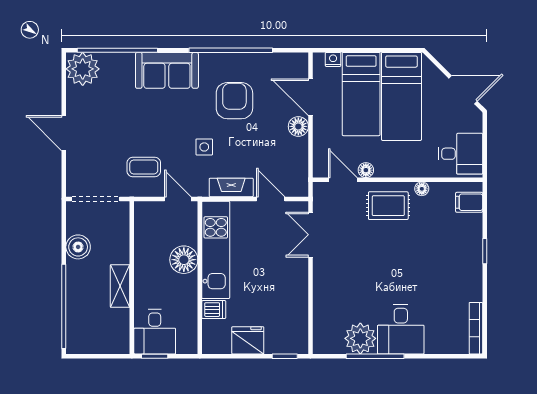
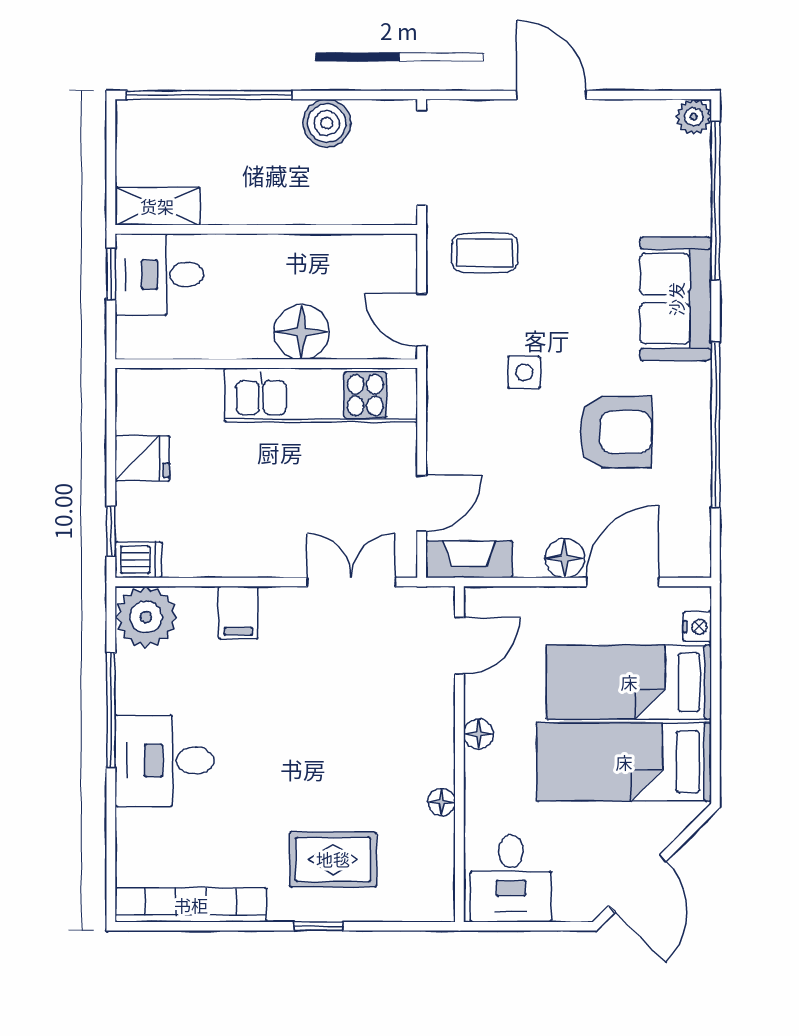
plant: (83, 69) -> (694, 117), width x0.53, depth x0.53
door: (64, 133) -> (552, 95), hinge flipped
coffee table: (144, 167) -> (485, 253), turned 90
floor lamp: (366, 170) -> (479, 734), moved
fireplace: (231, 187) -> (469, 559), moved, turned -90
door: (178, 199) -> (422, 320), swing flipped
filing cabinet: (469, 202) -> (238, 613), moved, turned 180
rug: (388, 206) -> (333, 859), moved, turned 90
shelving: (120, 286) -> (157, 206), moved
dishwasher: (214, 310) -> (138, 560), moved, turned -90
bookcase: (476, 328) -> (191, 905), width x1.48, depth x1.31
plant: (360, 338) -> (146, 617), moved
fridge: (248, 340) -> (142, 458), width x0.72

